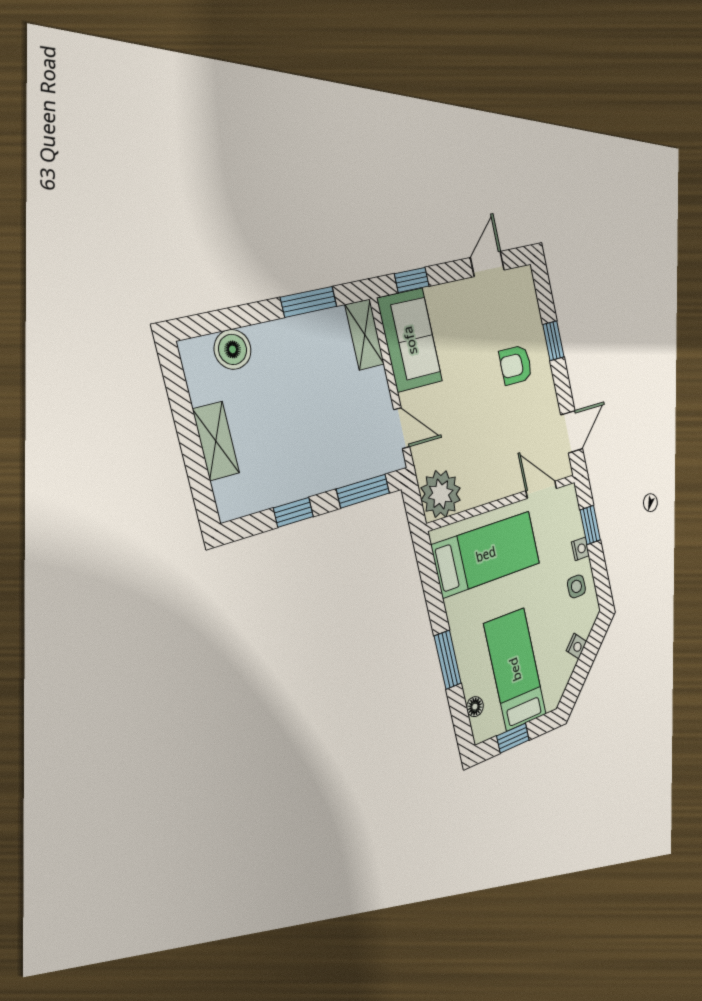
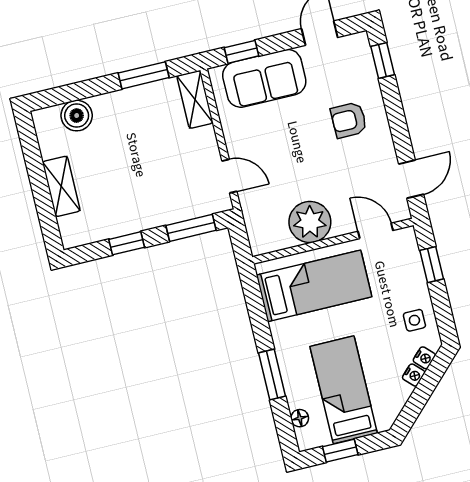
sofa: (410, 340) -> (264, 78), moved, turned 90
window: (553, 341) -> (383, 61), moved
plant: (441, 494) -> (310, 222), moved
nightstand: (580, 549) -> (424, 358), moved, turned 45

